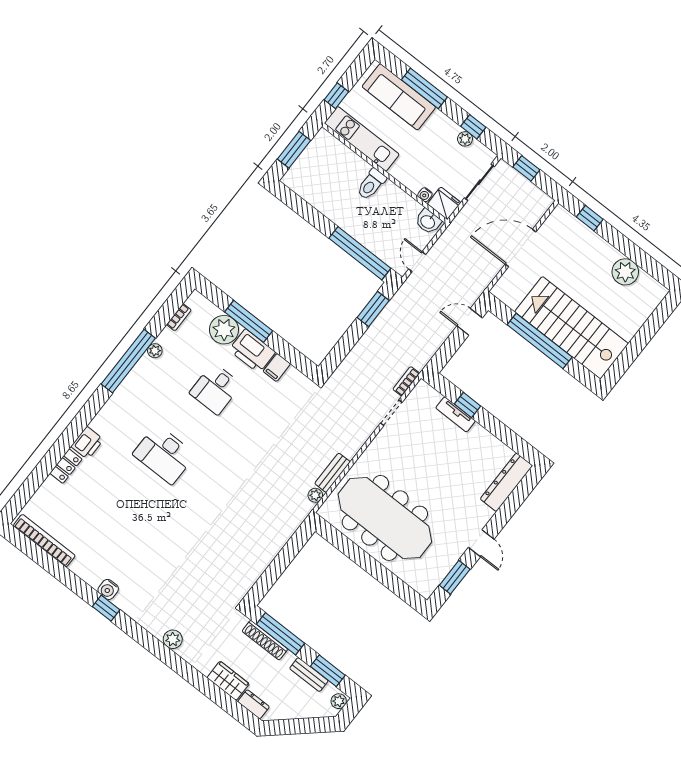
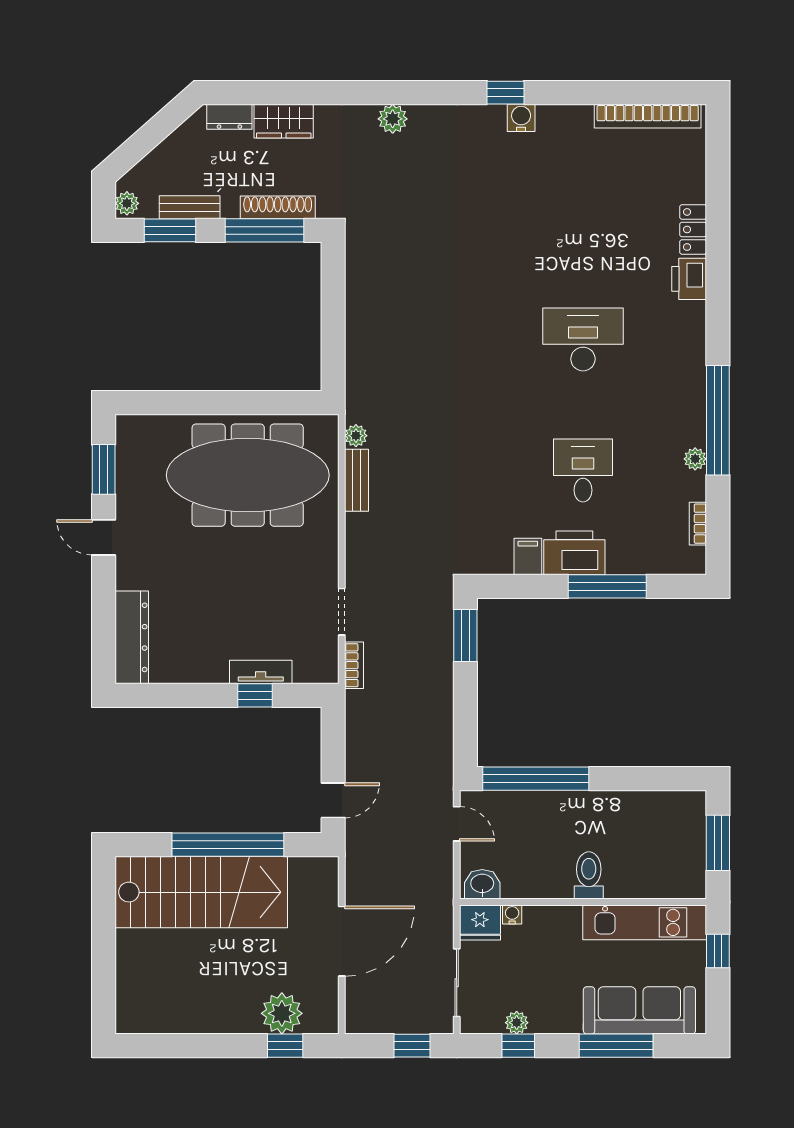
plant: (625, 272) -> (282, 1013), moved
window: (373, 309) -> (465, 636), moved
plant: (224, 330) -> (630, 552), removed

